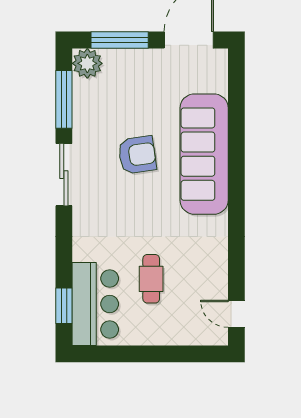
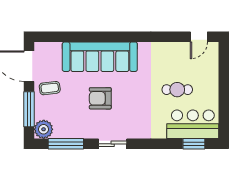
coffee table: (154, 73) -> (50, 88), added
armchair: (137, 155) -> (100, 98), turned -82
sliding door: (64, 175) -> (113, 144), width x0.73

